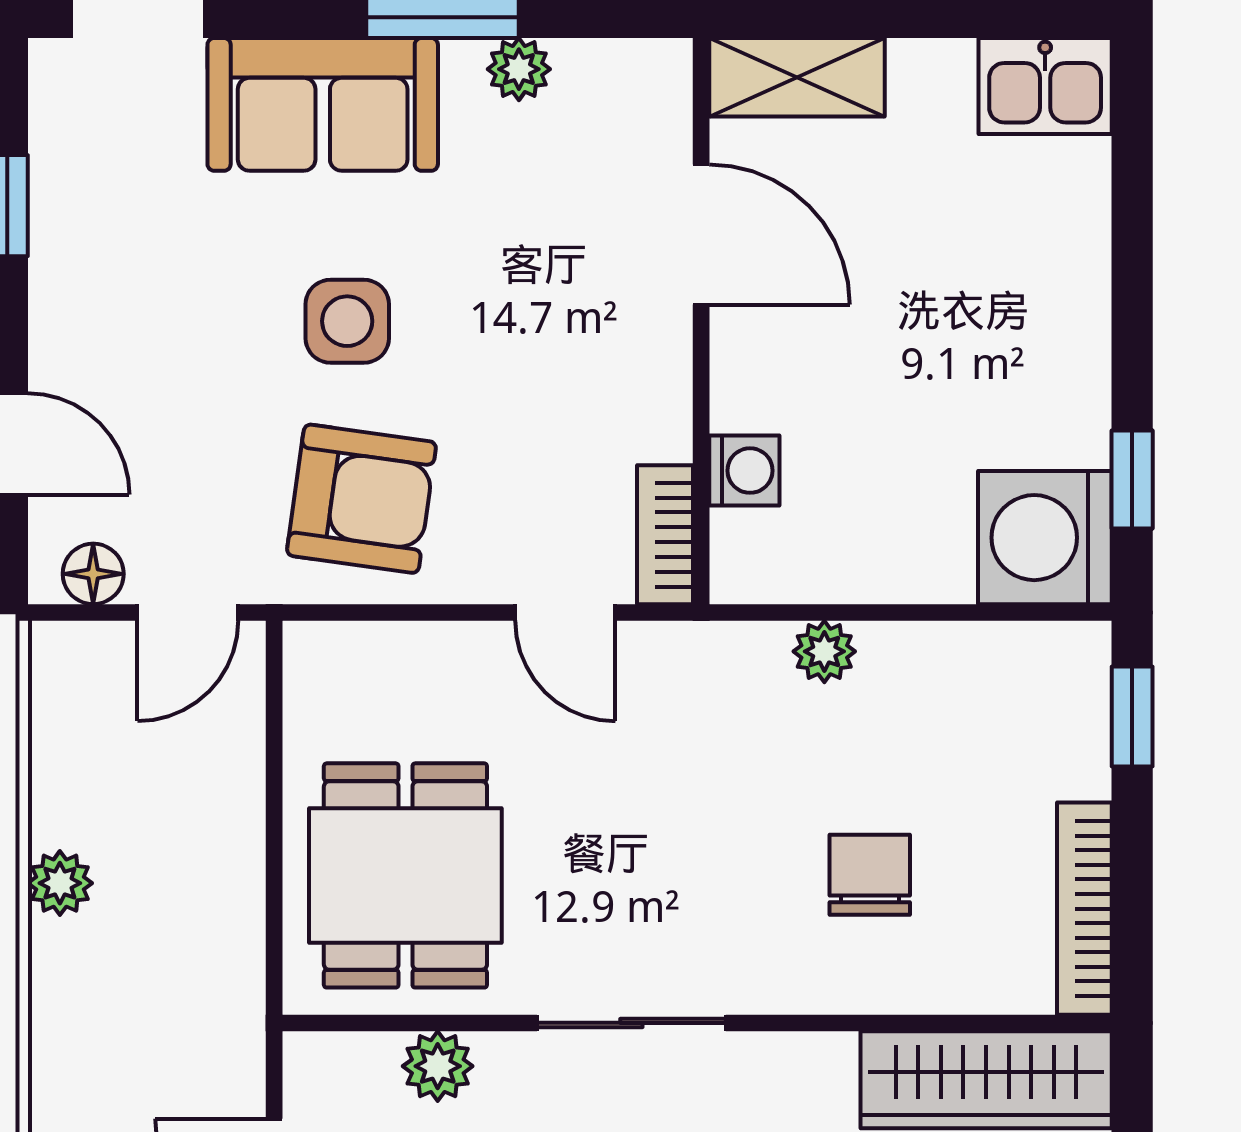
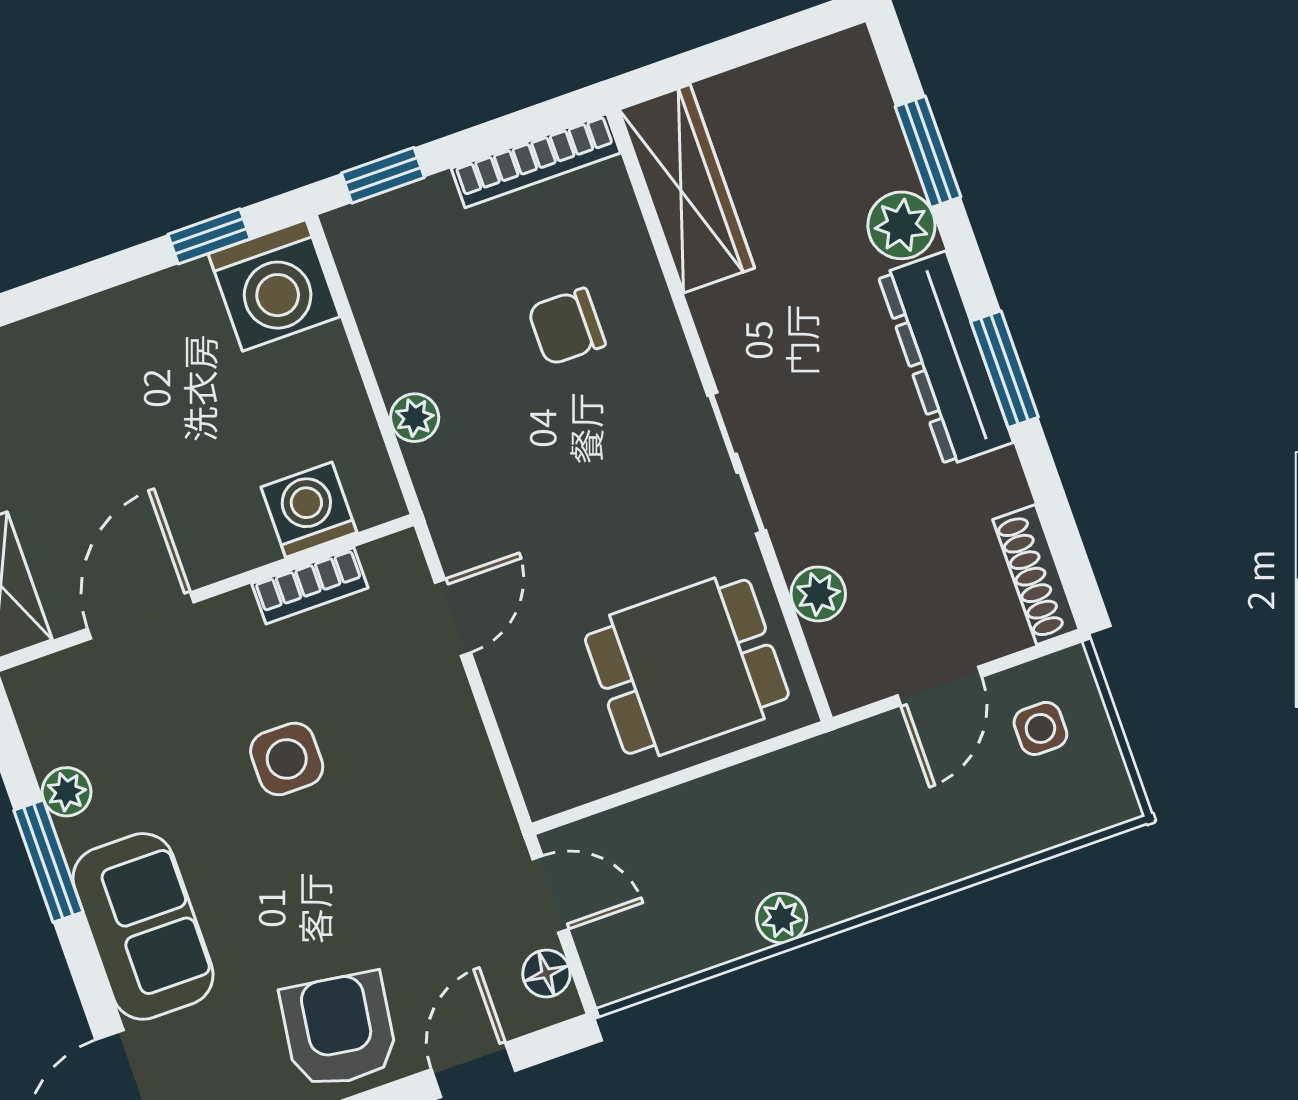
side table: (347, 321) -> (287, 759), moved
washing machine: (744, 471) -> (309, 510), width x1.38, depth x1.38
armchair: (361, 499) -> (339, 1030), moved
bookcase: (665, 535) -> (310, 586), moved

